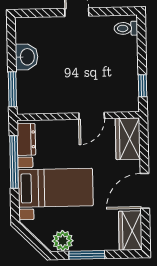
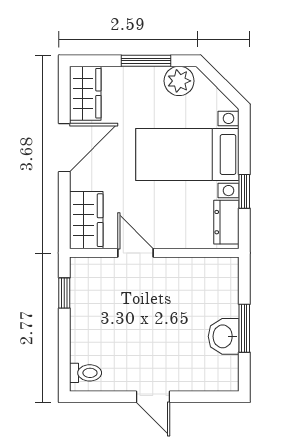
window: (12, 89) -> (244, 328), moved
door: (92, 116) -> (136, 253), hinge flipped
window: (14, 162) -> (244, 191), width x0.46

